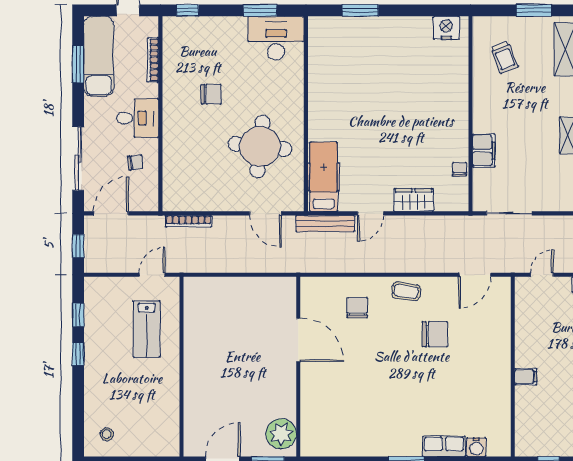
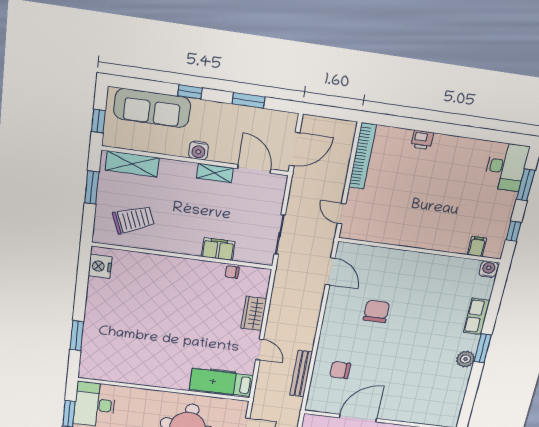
trolley: (504, 57) -> (133, 220), width x1.36, depth x1.39
bench: (325, 223) -> (301, 374), moved
coffee table: (406, 291) -> (334, 330), removed
filing cabinet: (526, 377) -> (477, 246), moved
plant: (390, 446) -> (465, 359), added
water cooler: (476, 447) -> (488, 269), moved, turned -90

